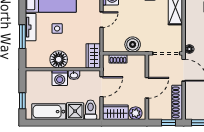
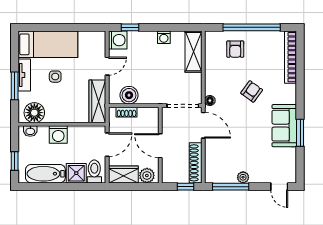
boiler: (133, 44) -> (129, 95), moved
wardrobe: (93, 56) -> (97, 101), width x1.50
floor lamp: (59, 59) -> (34, 113), moved
washbasin: (74, 75) -> (30, 131), moved
door: (147, 88) -> (160, 146), swing flipped

